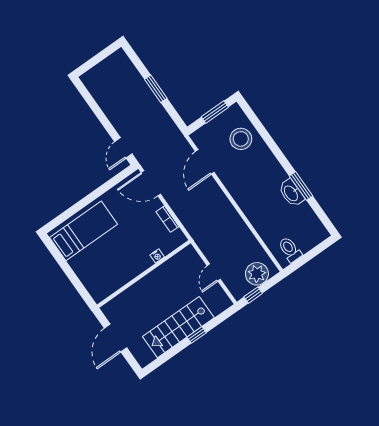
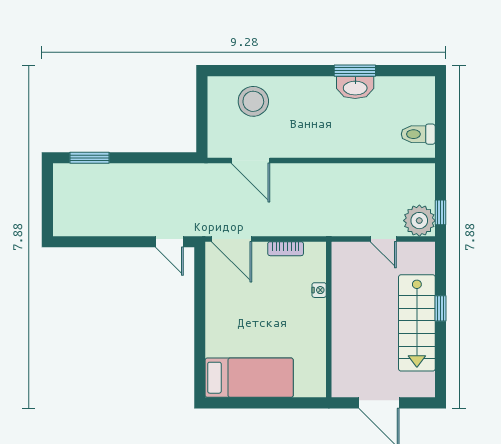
window: (156, 89) -> (89, 158), moved
window: (215, 112) -> (202, 109), removed
door: (151, 183) -> (232, 239), hinge flipped
bed: (84, 231) -> (249, 378), moved, turned 90
plant: (257, 274) -> (419, 221), moved

